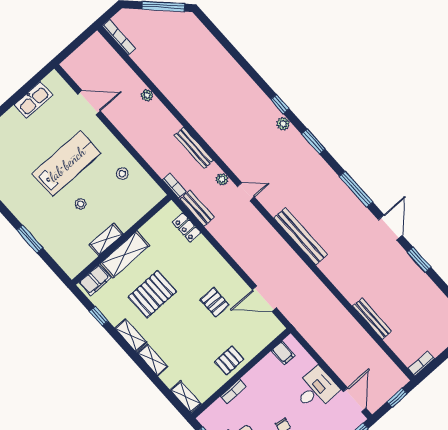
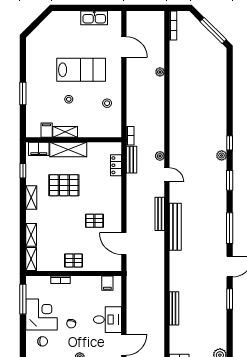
bench: (194, 148) -> (160, 214), moved
filing cabinet: (86, 254) -> (47, 130), added
pallet: (215, 302) -> (94, 221), turned 90
shelving: (152, 360) -> (31, 235), moved

